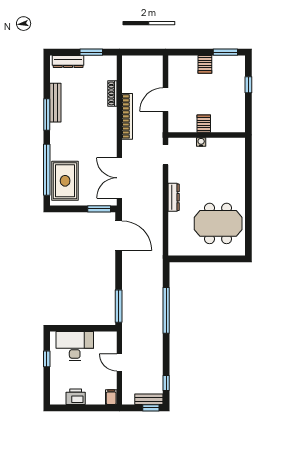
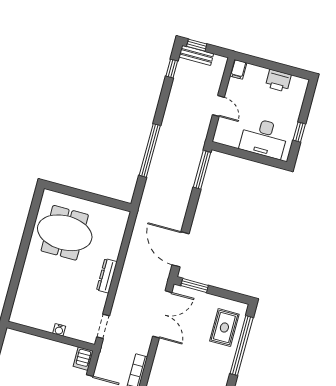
server rack: (204, 124) -> (83, 359), moved
rug: (65, 181) -> (224, 328), width x0.73, depth x0.70

